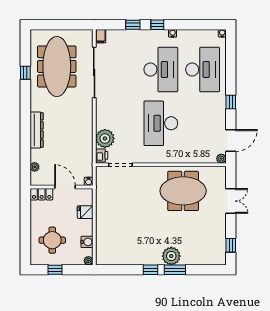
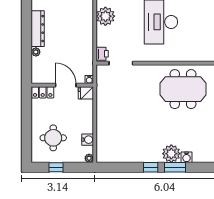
plant: (105, 138) -> (105, 16), moved
plant: (35, 167) -> (36, 52), moved
fridge: (85, 212) -> (86, 93), moved
water cooler: (187, 260) -> (187, 157), added

